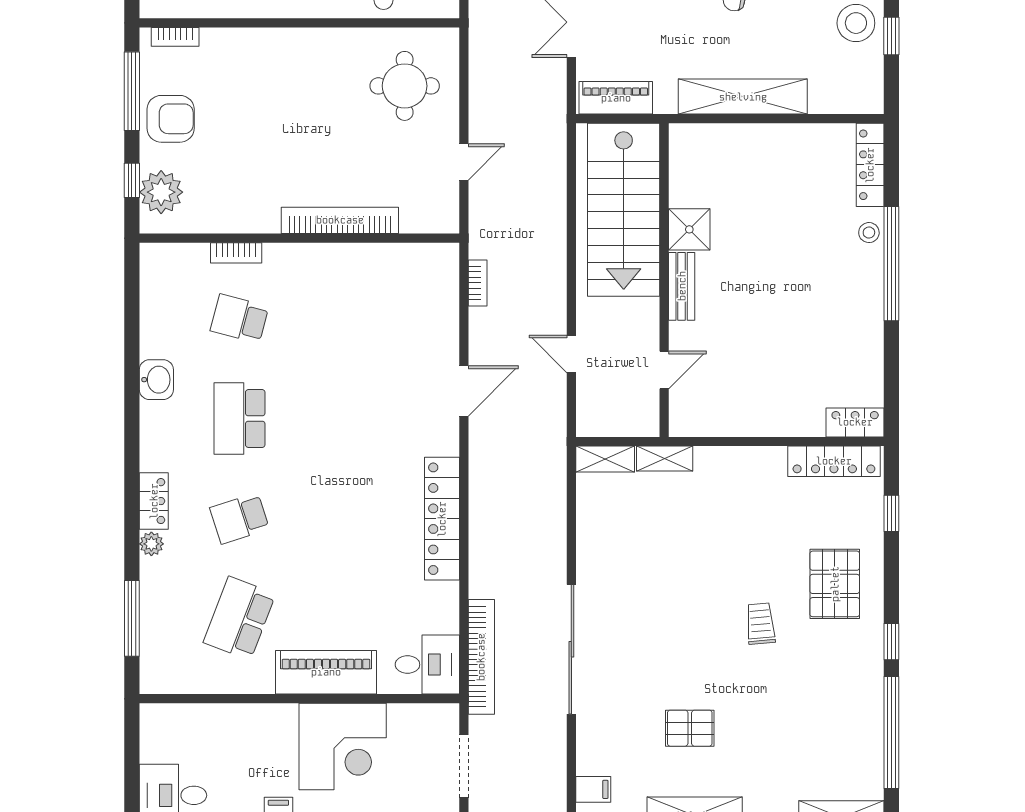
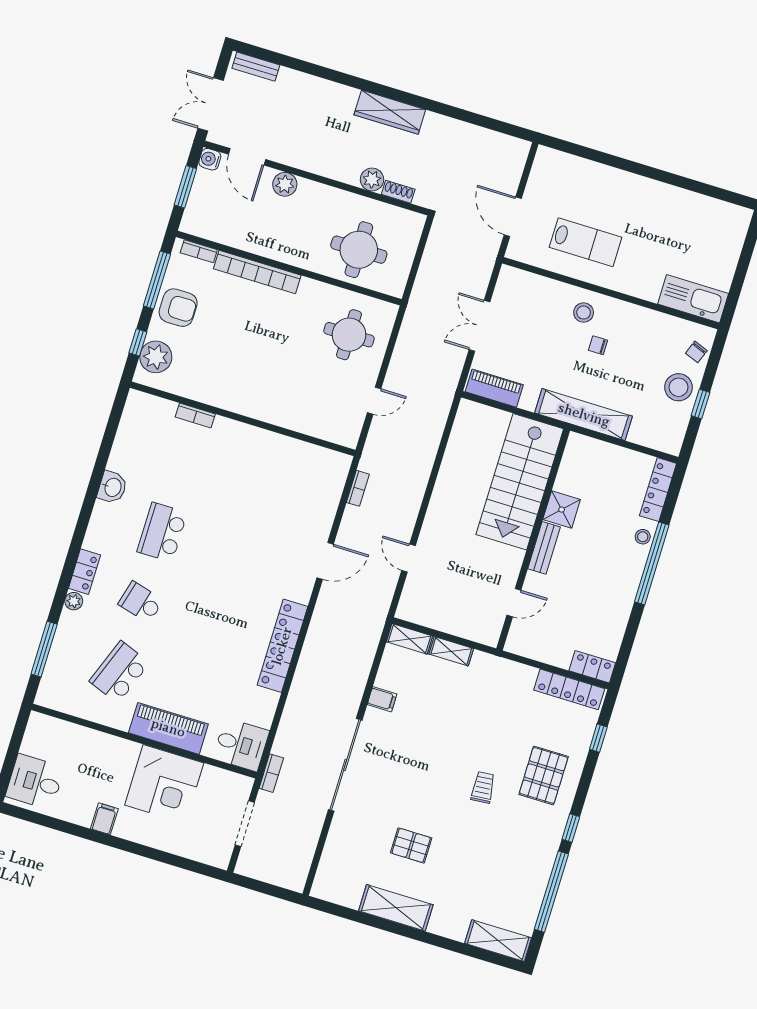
stairs: (624, 210) -> (520, 482), moved
bookcase: (340, 220) -> (257, 272), moved, turned 180
shower: (689, 229) -> (562, 510), moved
wall: (664, 280) -> (533, 540), moved
bench: (682, 286) -> (544, 548), moved
school desk: (239, 319) -> (184, 462), removed
door: (664, 370) -> (514, 603), moved
school desk: (239, 518) -> (141, 602), turned 33
bookcase: (481, 657) -> (271, 773), width x0.43, depth x0.76
filing cabinet: (593, 789) -> (382, 699), moved

